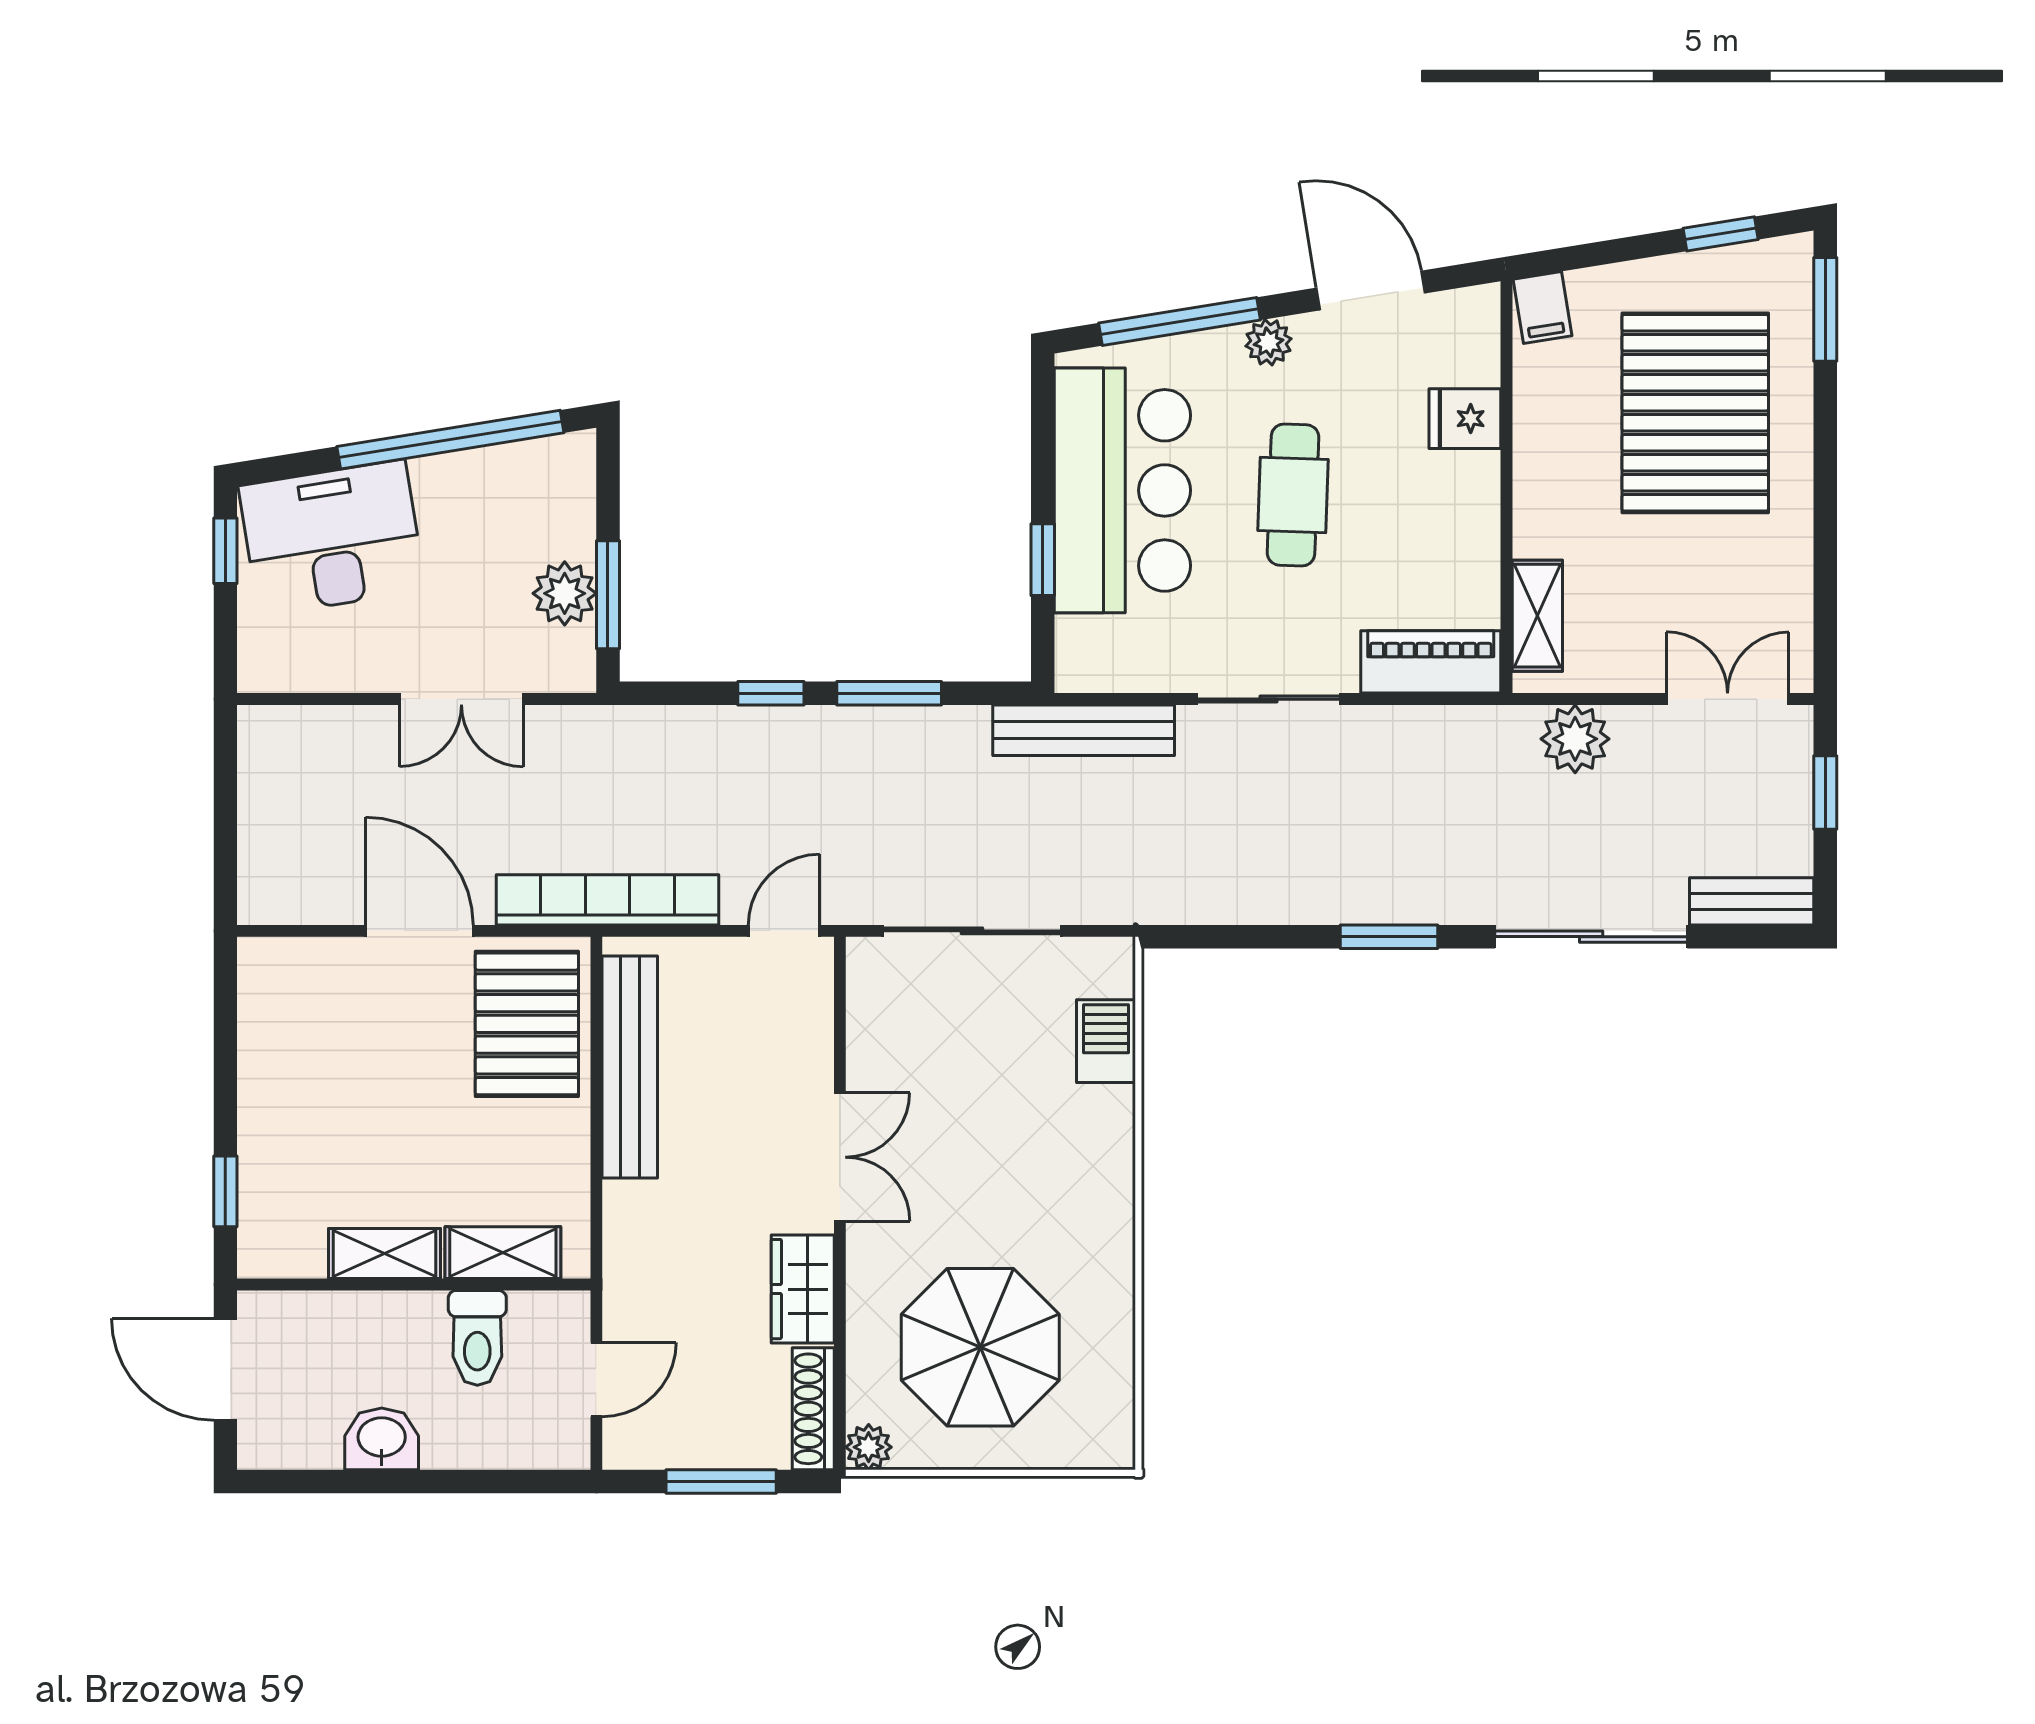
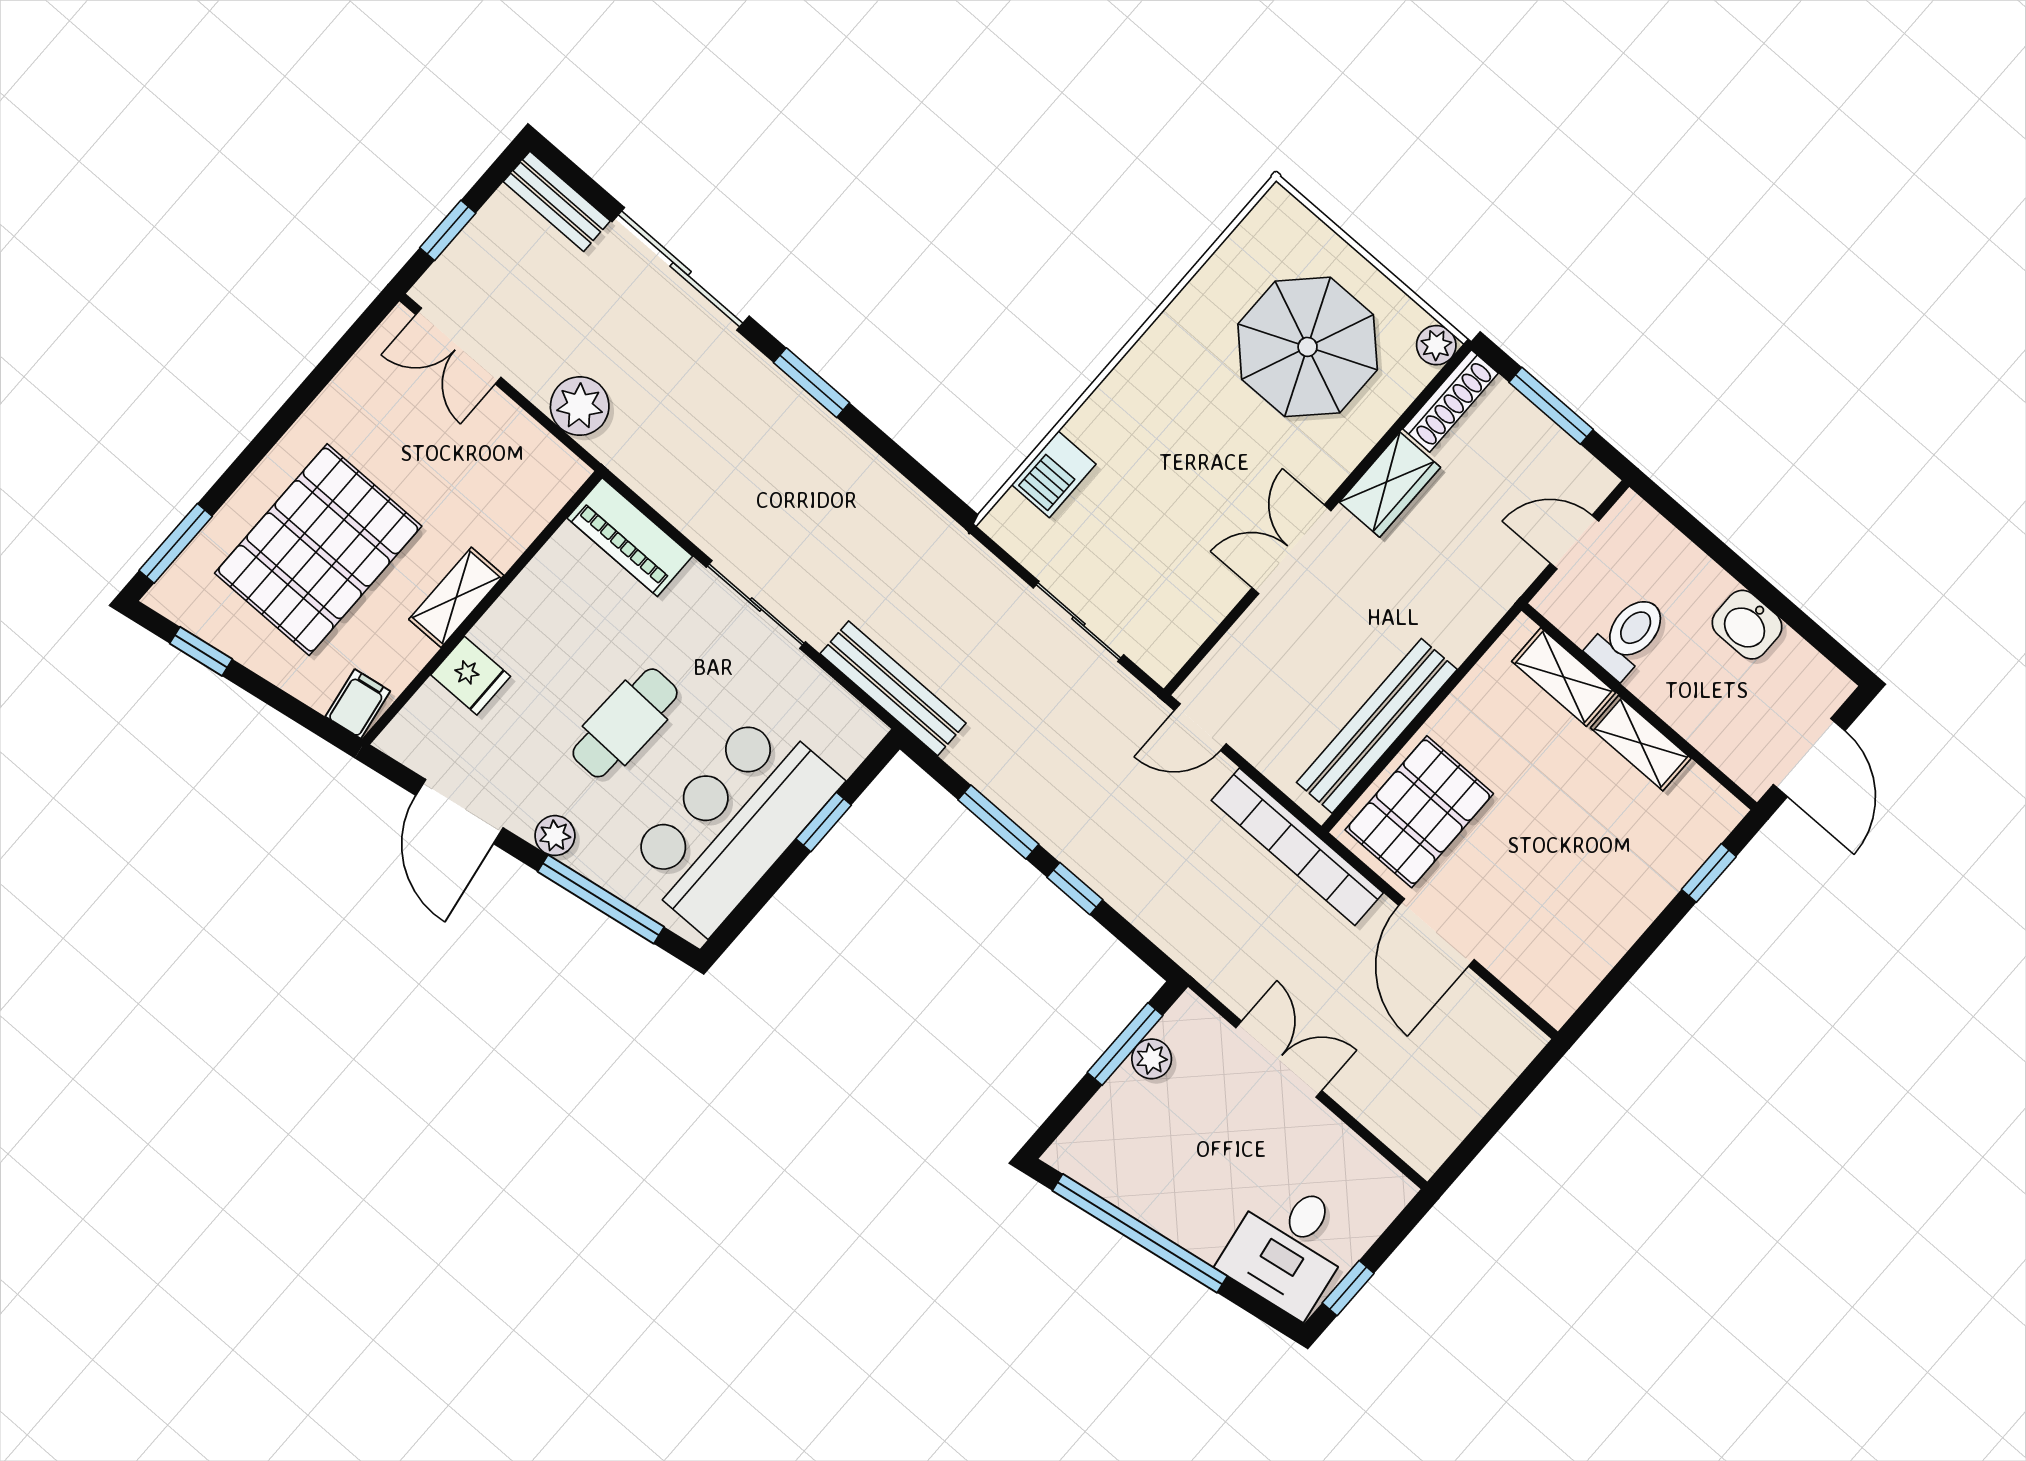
desk: (332, 538) -> (1289, 1247), width x0.73
plant: (565, 593) -> (1152, 1059), width x0.73, depth x0.73
shelving: (1537, 616) -> (456, 597), moved
sliding door: (972, 931) -> (1078, 621), width x0.73

